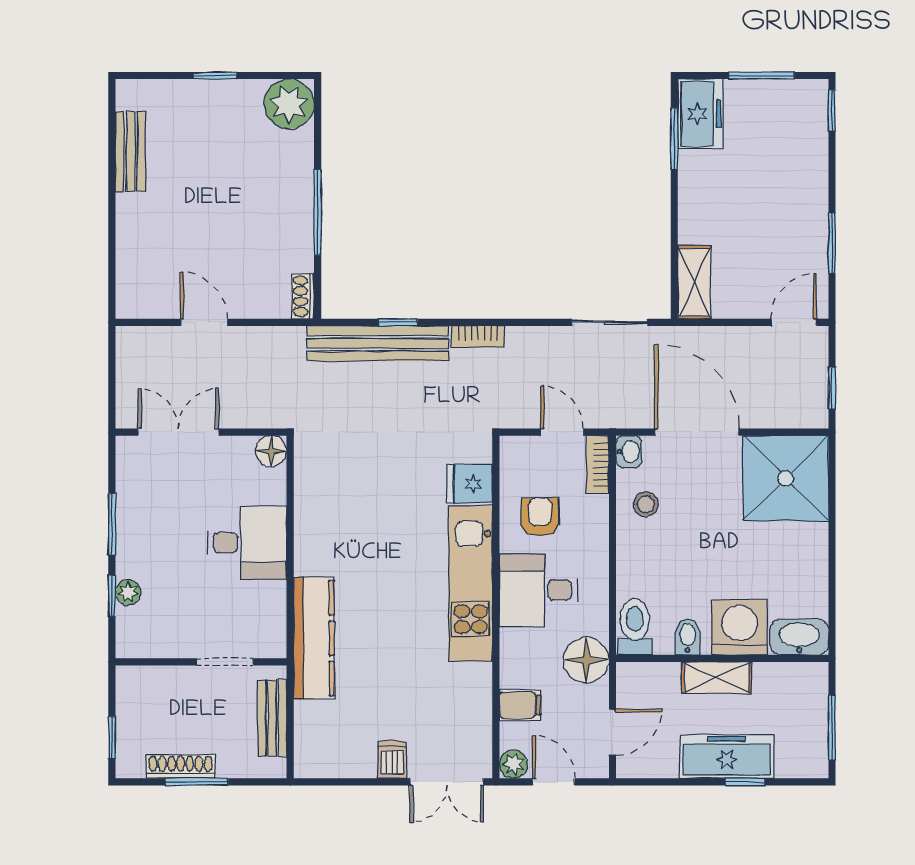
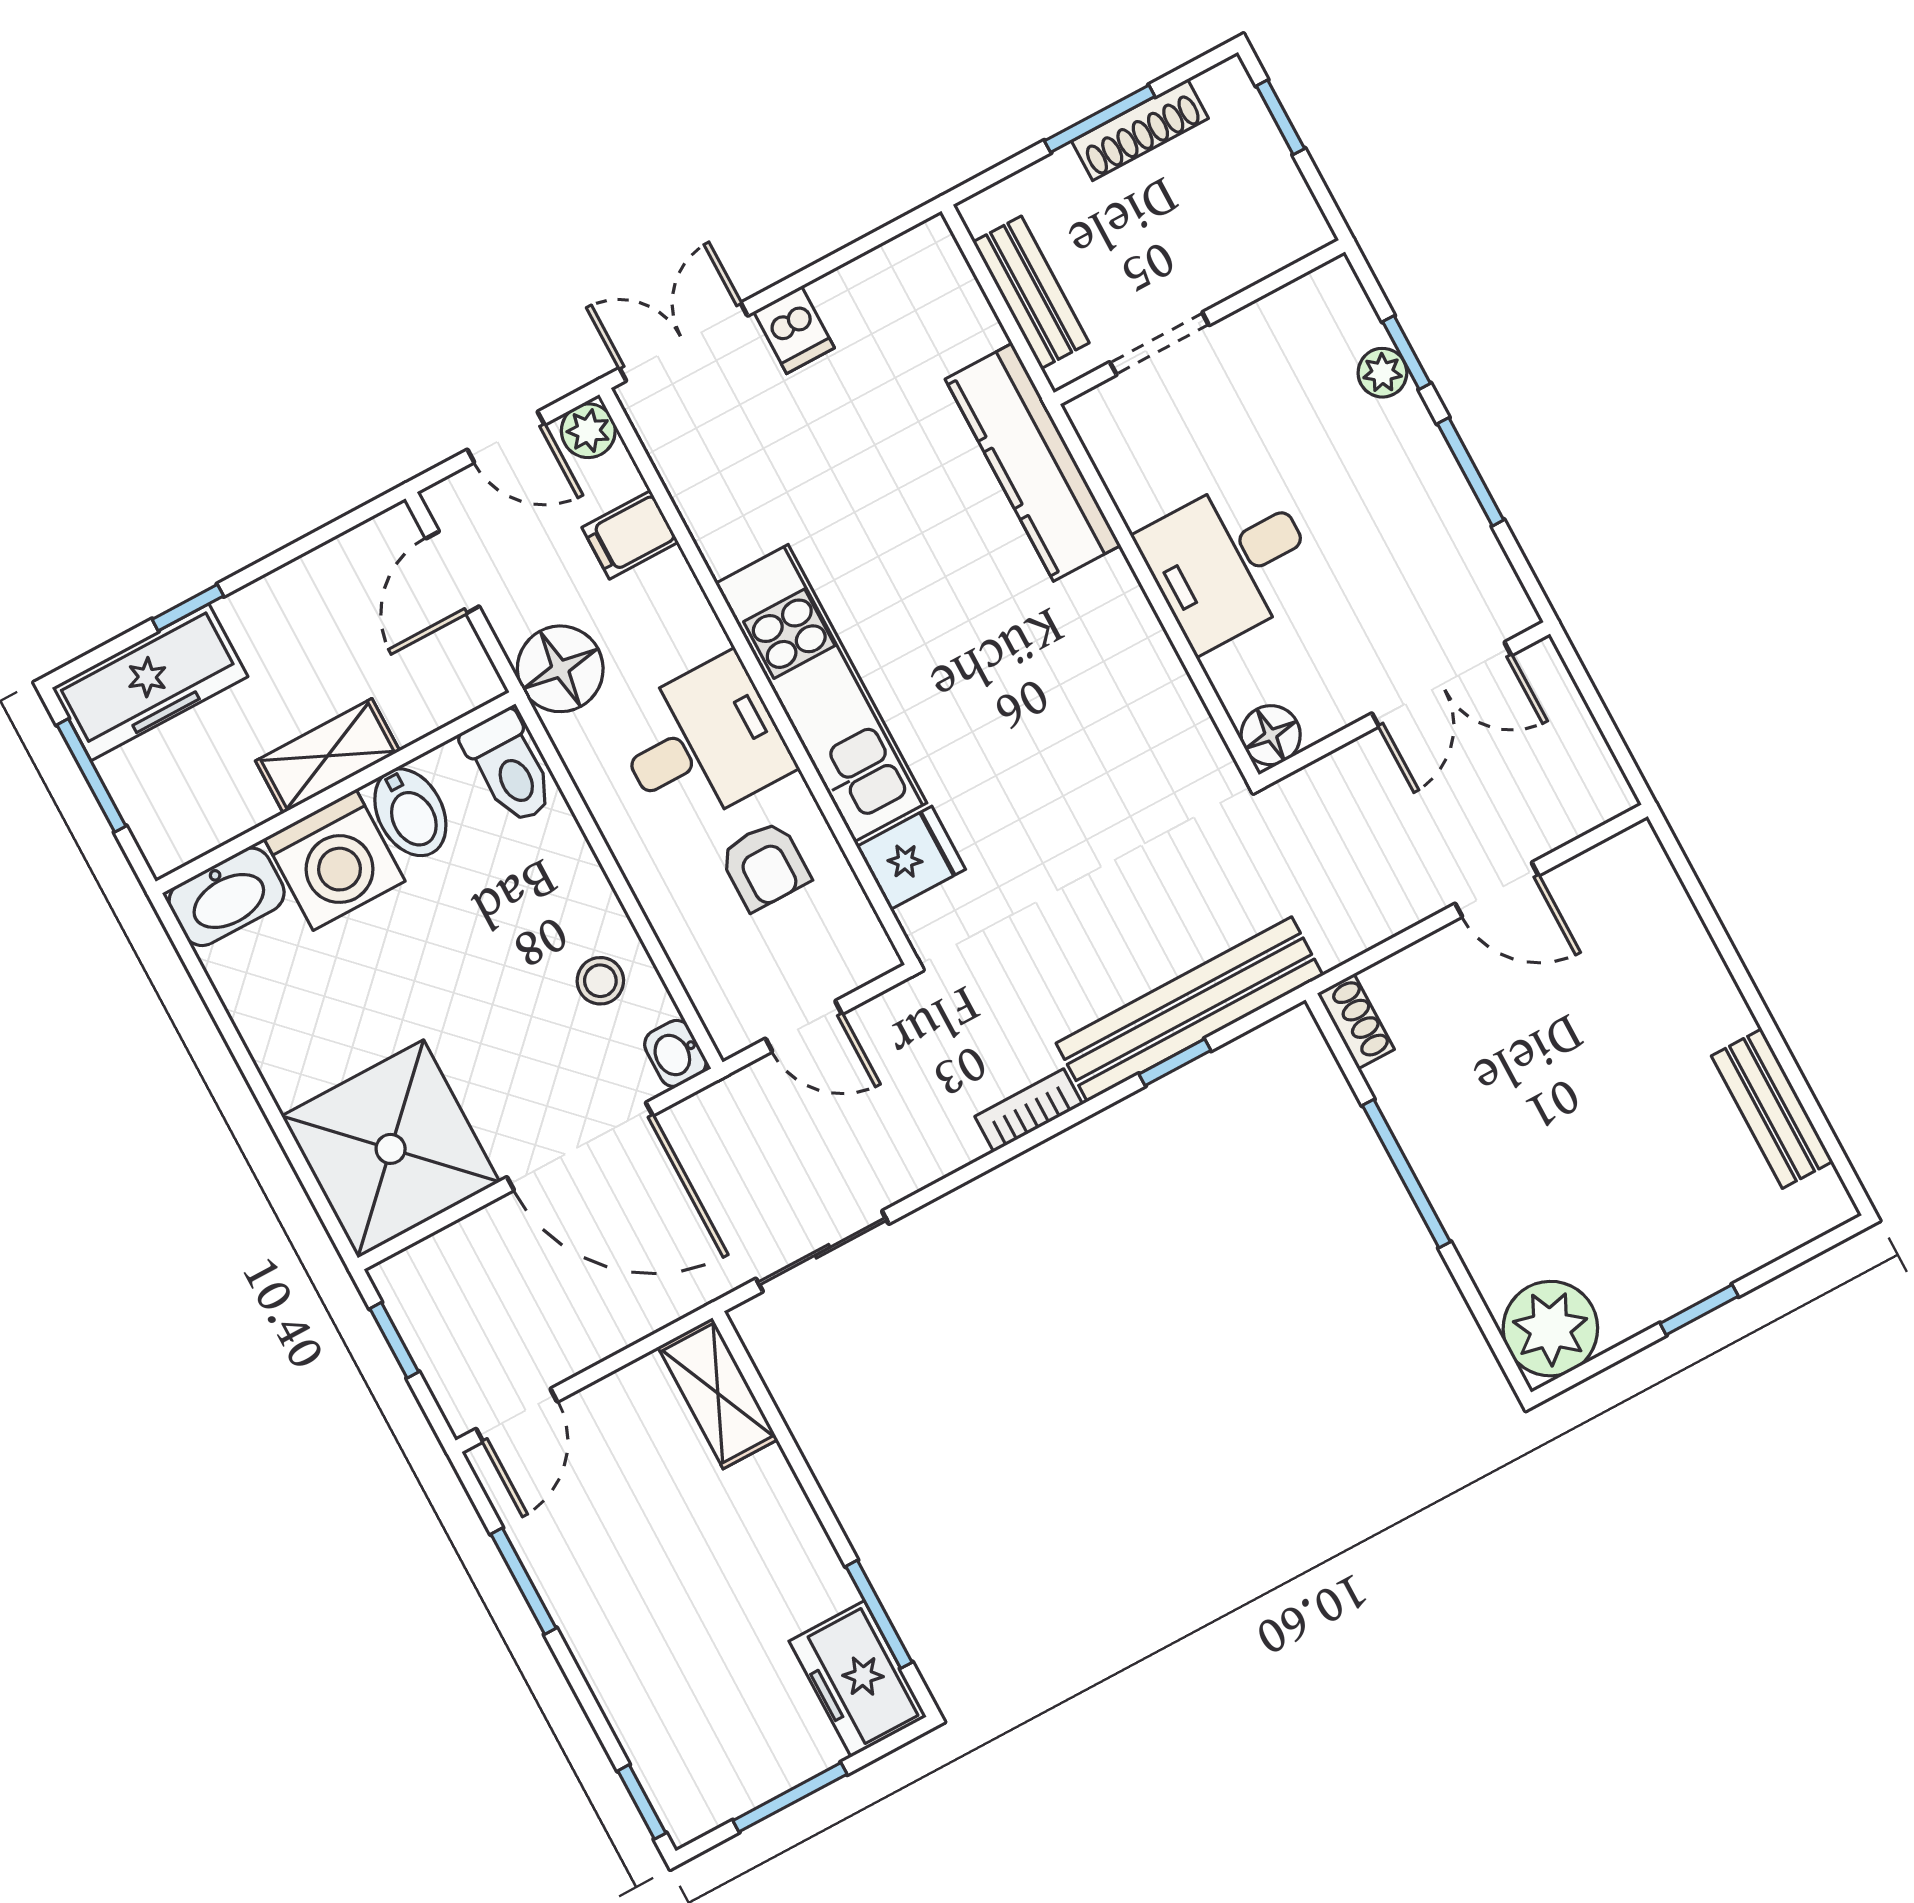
bookcase: (598, 464) -> (716, 1004), removed
bidet: (688, 637) -> (410, 812), width x1.38, depth x1.36
freezer: (727, 757) -> (150, 682), moved

